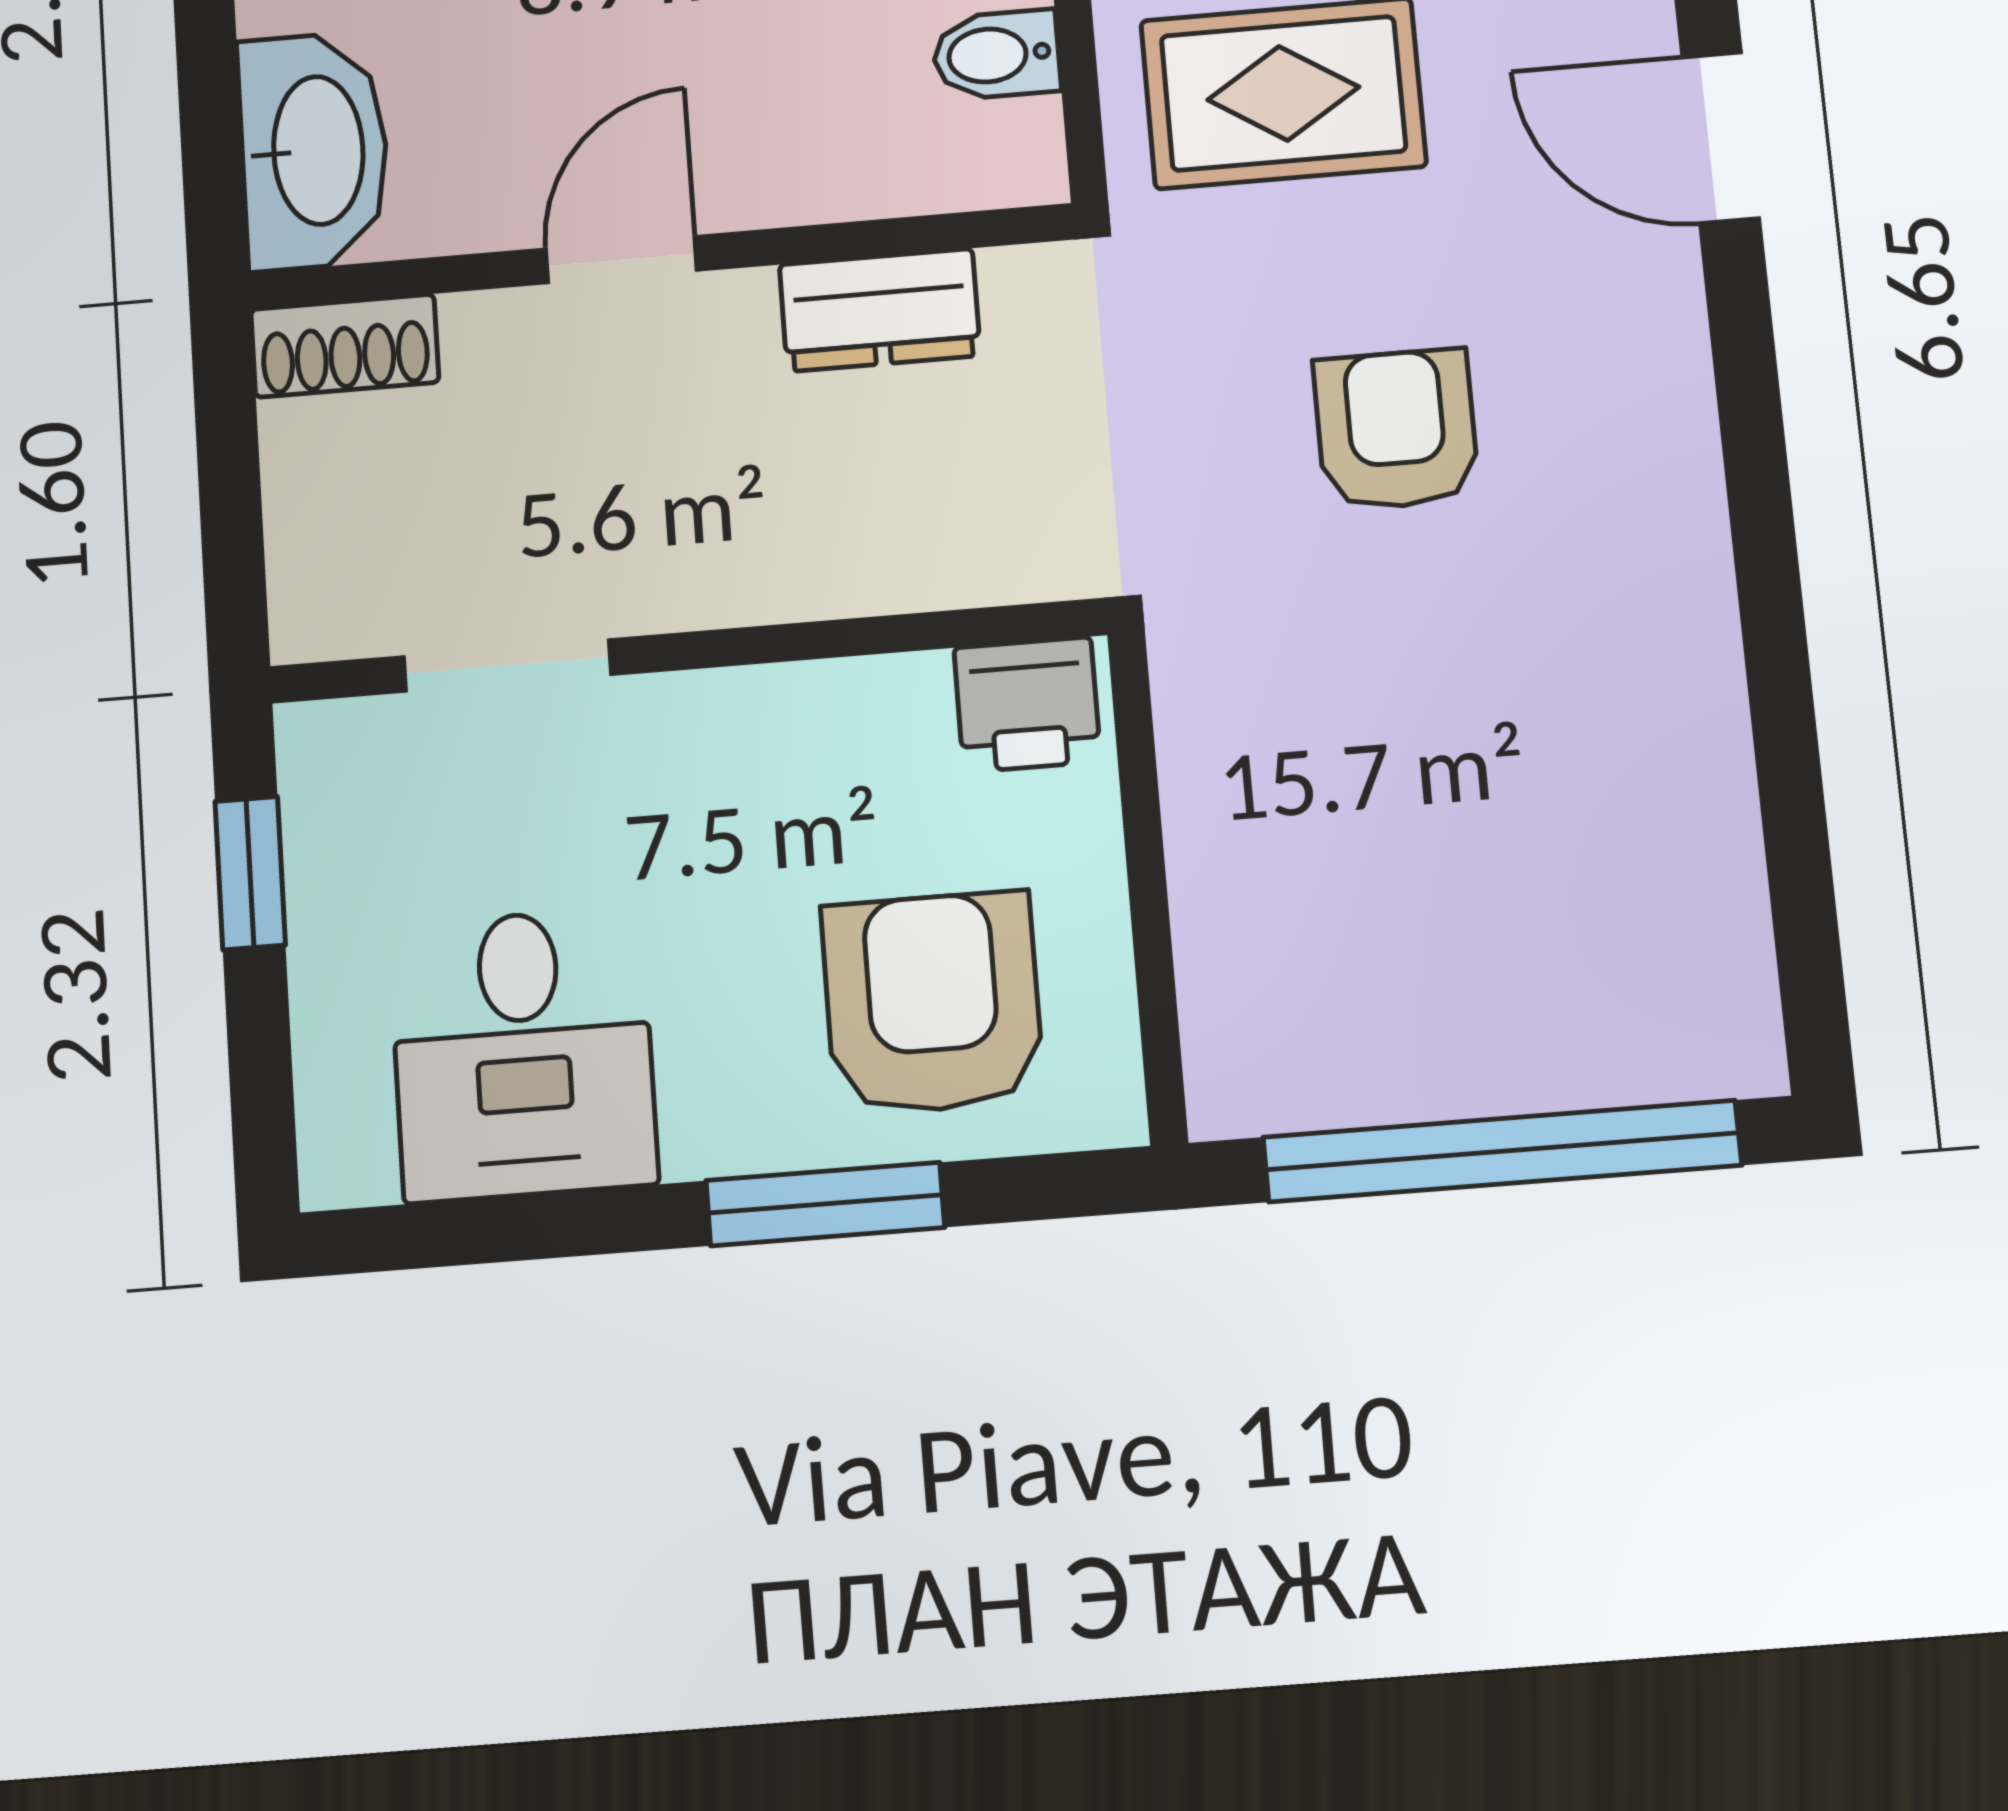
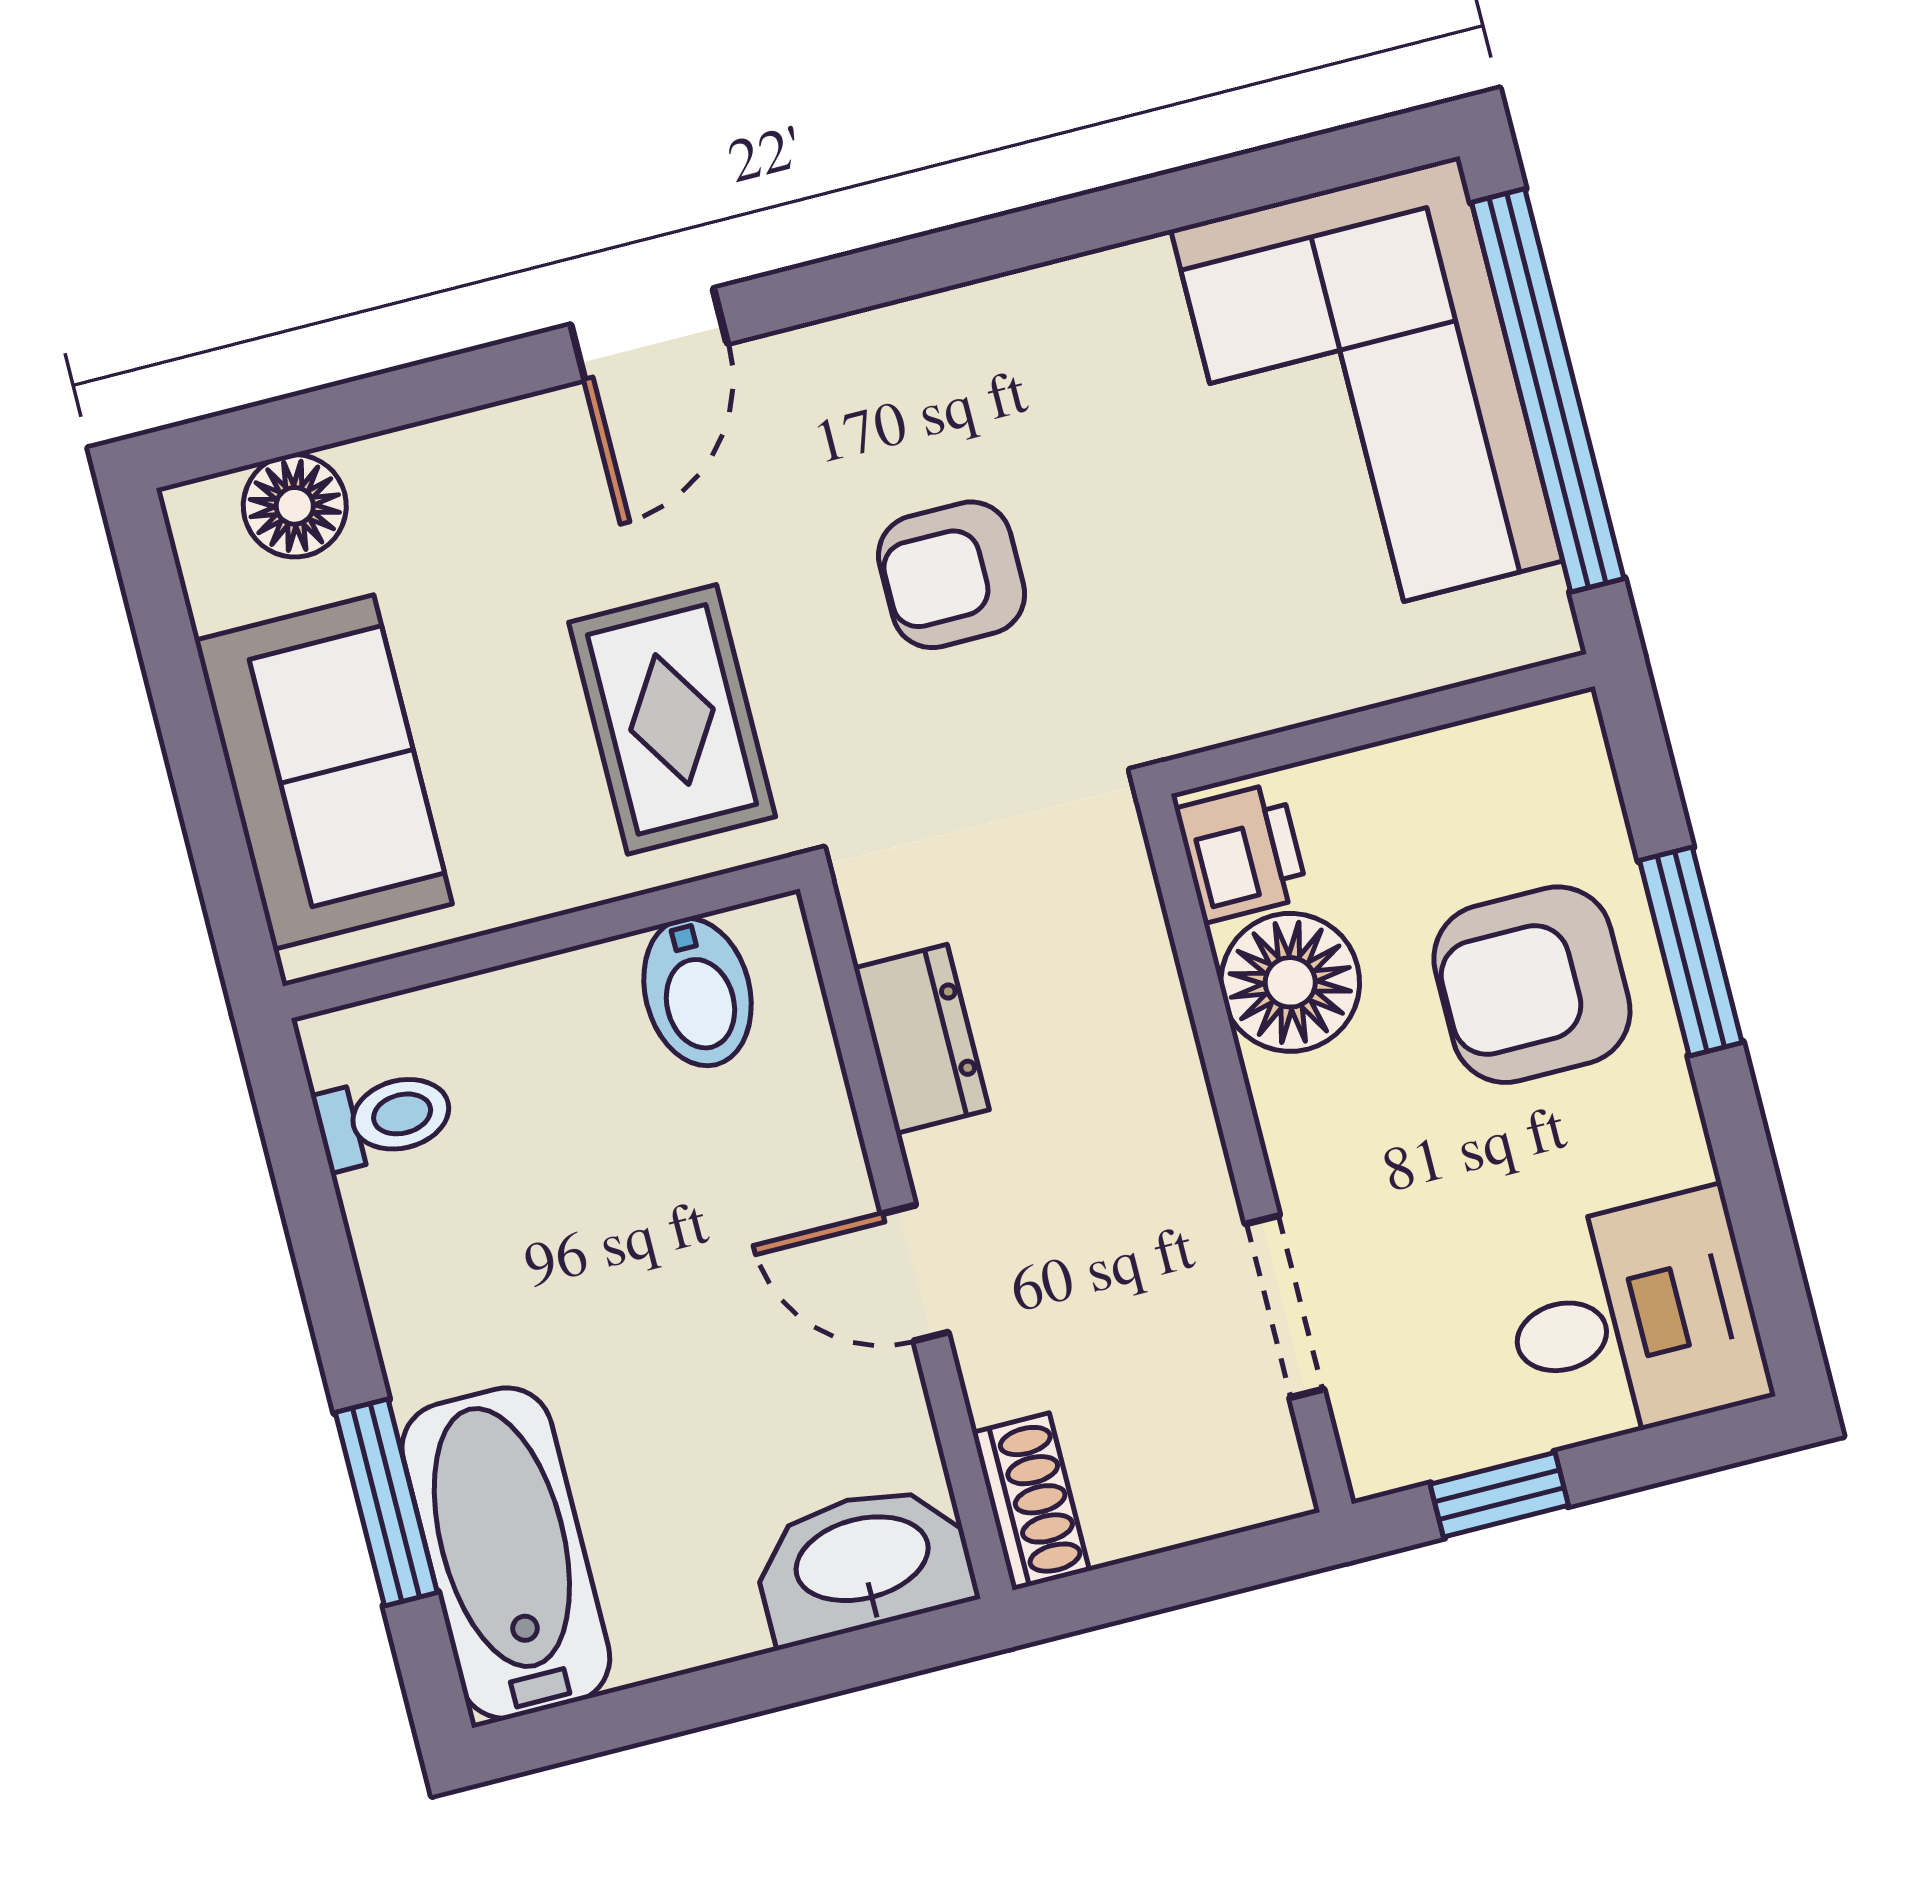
bidet: (996, 55) -> (698, 992), width x1.38, depth x1.36
floor lamp: (871, 735) -> (1290, 982), added
corner sofa: (1528, 938) -> (1367, 395), added
armchair: (932, 1003) -> (1532, 985), moved
desk: (523, 1054) -> (1633, 1319), moved

